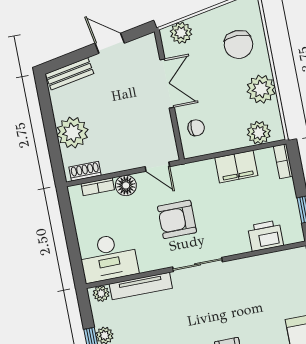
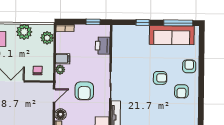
filing cabinet: (236, 167) -> (63, 59), width x0.50
plant: (206, 168) -> (60, 70), added

